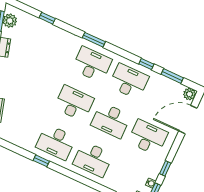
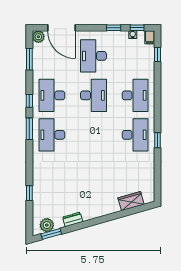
window: (94, 40) -> (29, 129), moved
window: (146, 64) -> (29, 101), moved
desk: (74, 103) -> (93, 135), removed

